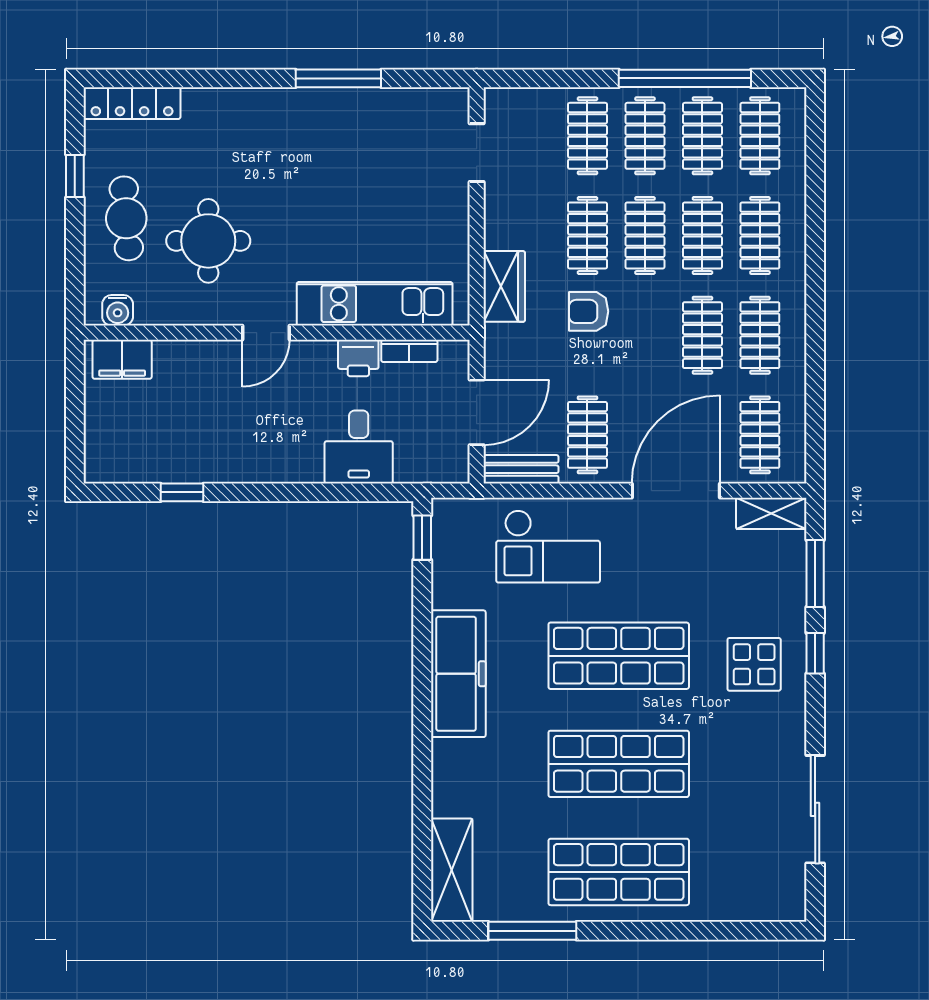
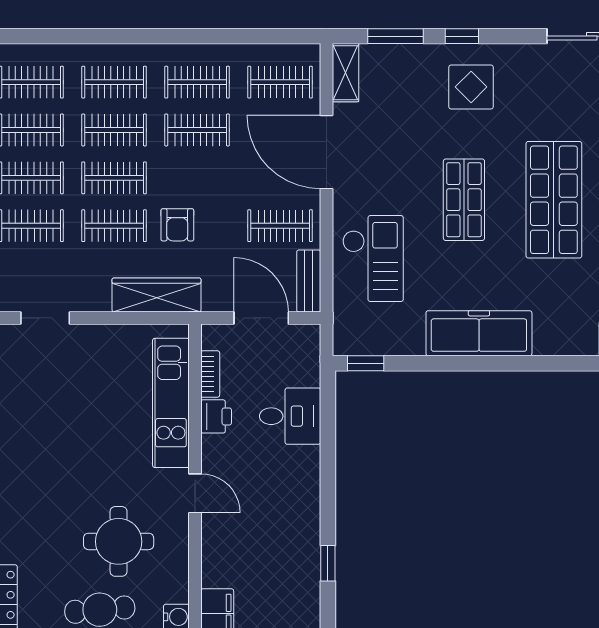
wardrobe: (504, 286) -> (156, 295), width x1.50
shop shelf: (619, 656) -> (464, 200), width x0.70, depth x0.74

